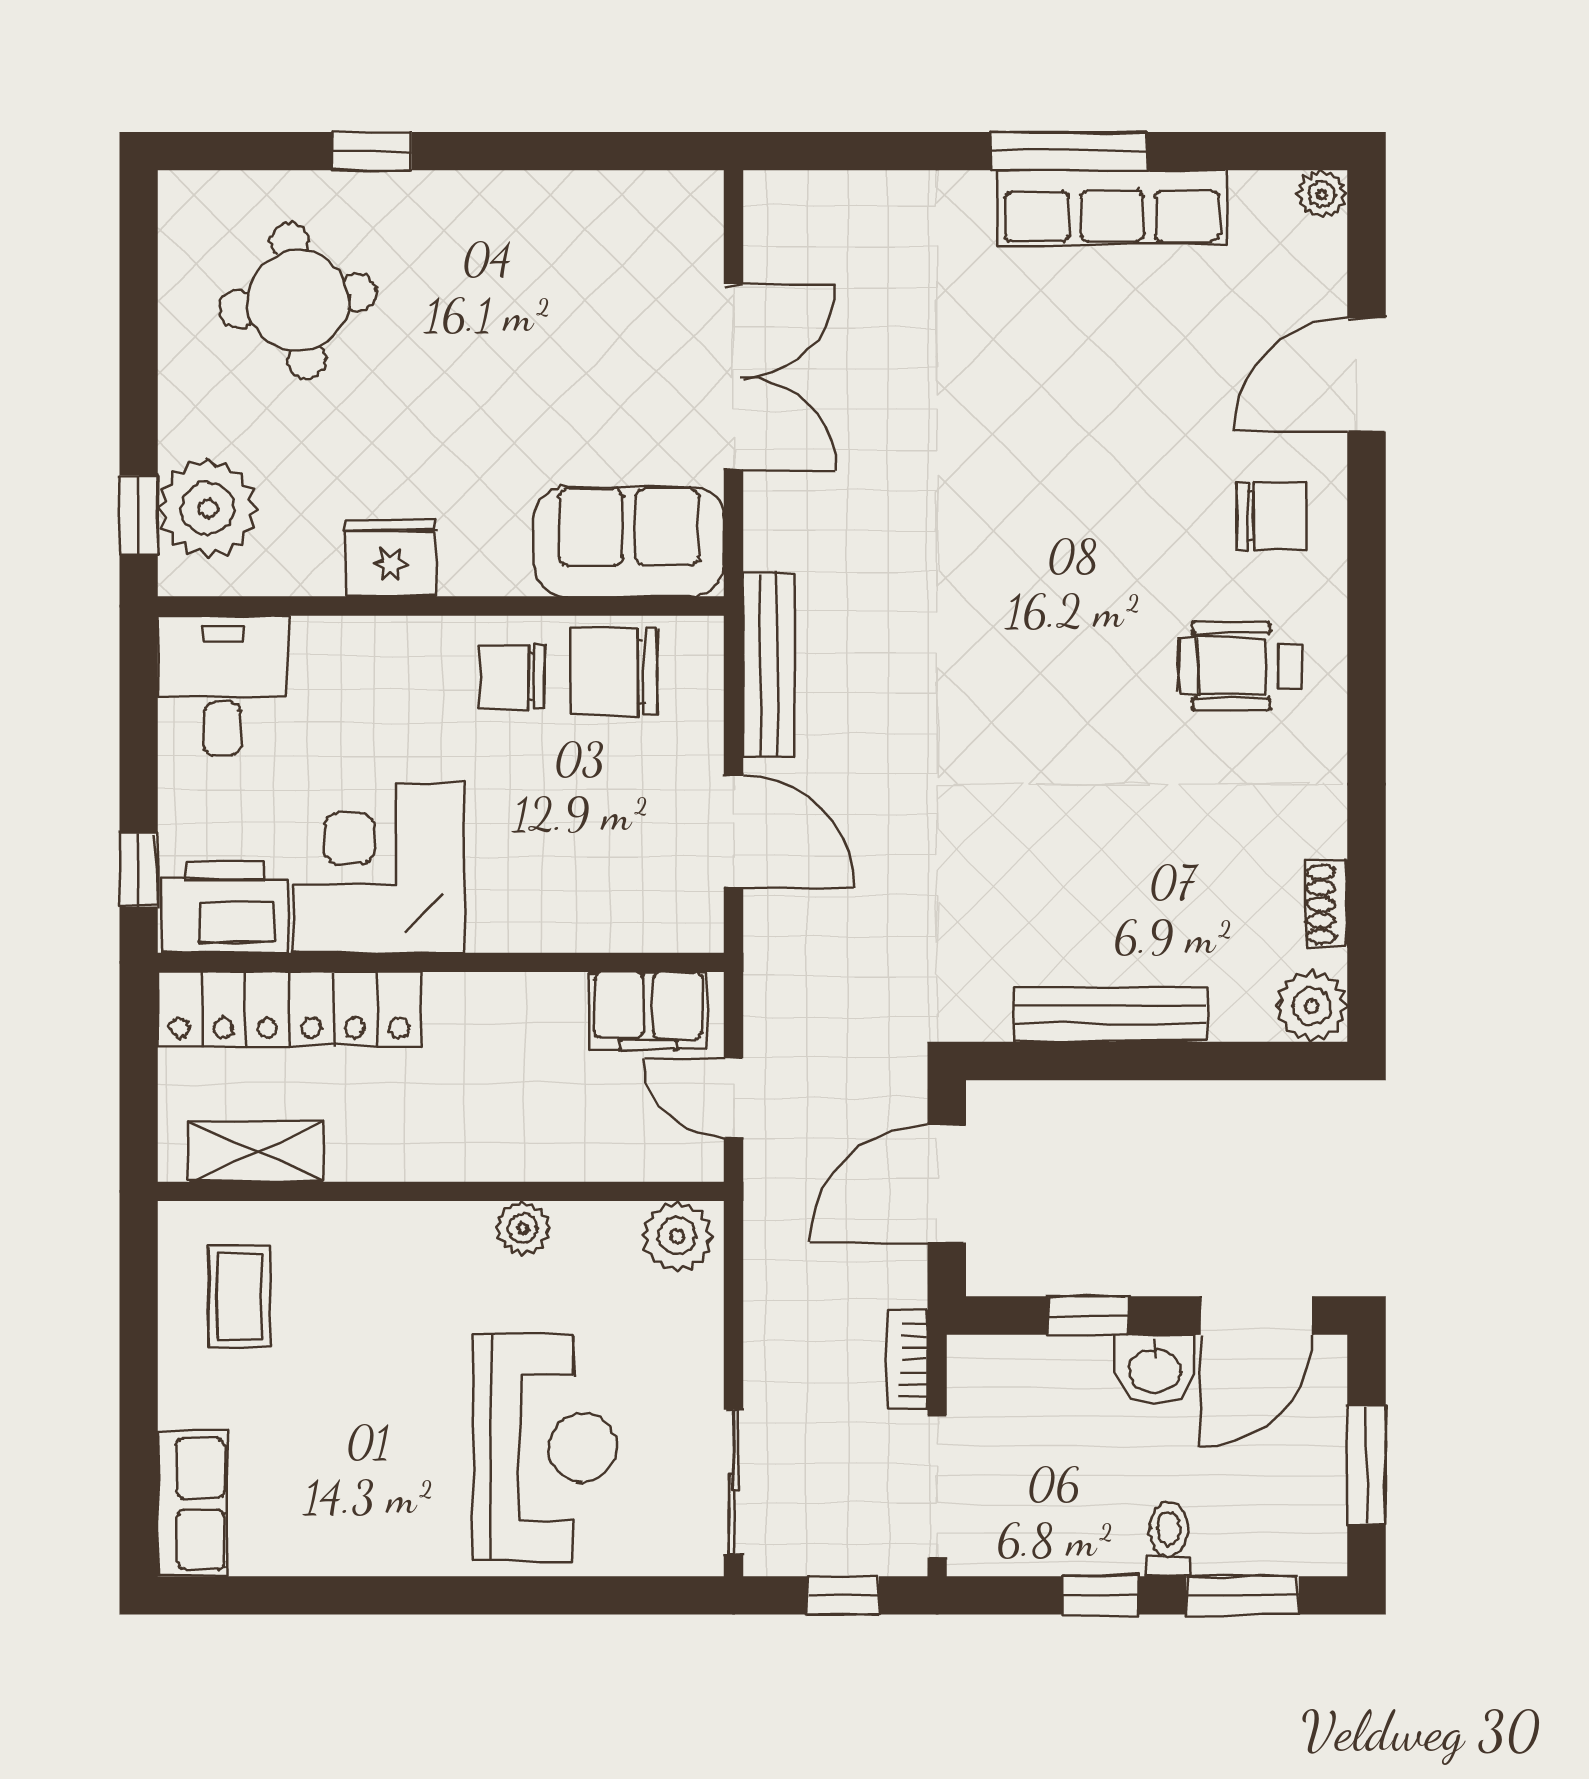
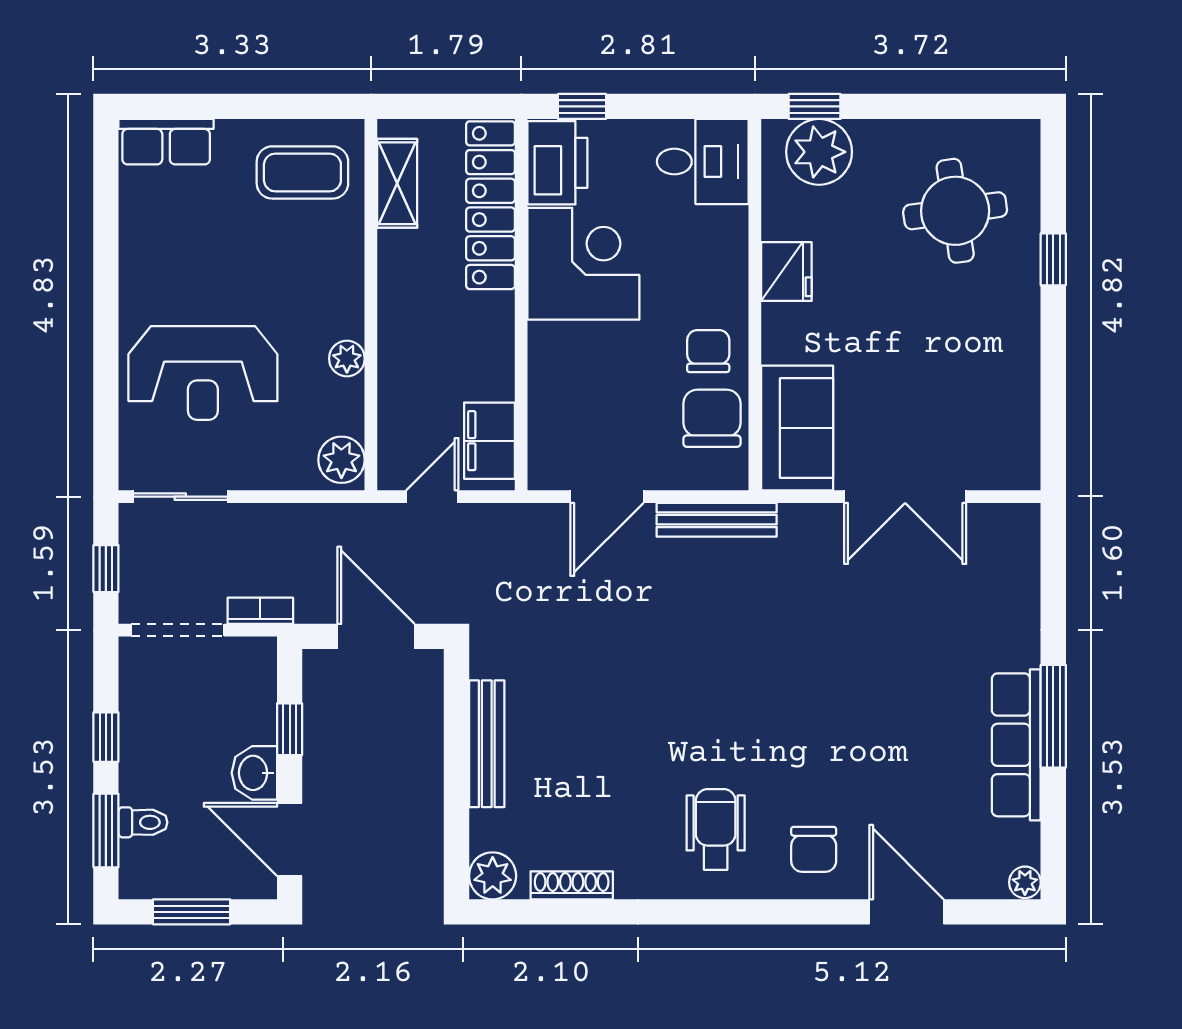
shoe rack: (1326, 904) -> (572, 885), width x1.43
coffee table: (239, 1296) -> (302, 172), width x1.36, depth x1.30
toilet: (1169, 1539) -> (143, 822), moved

